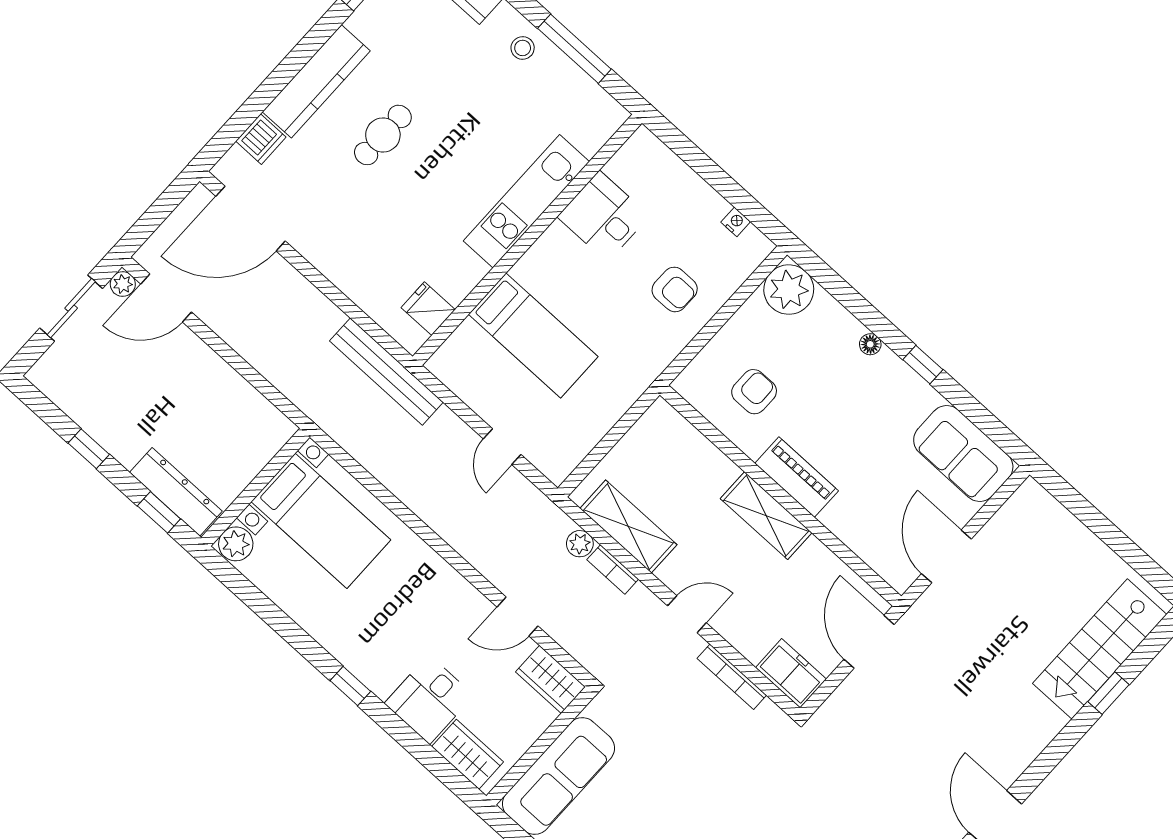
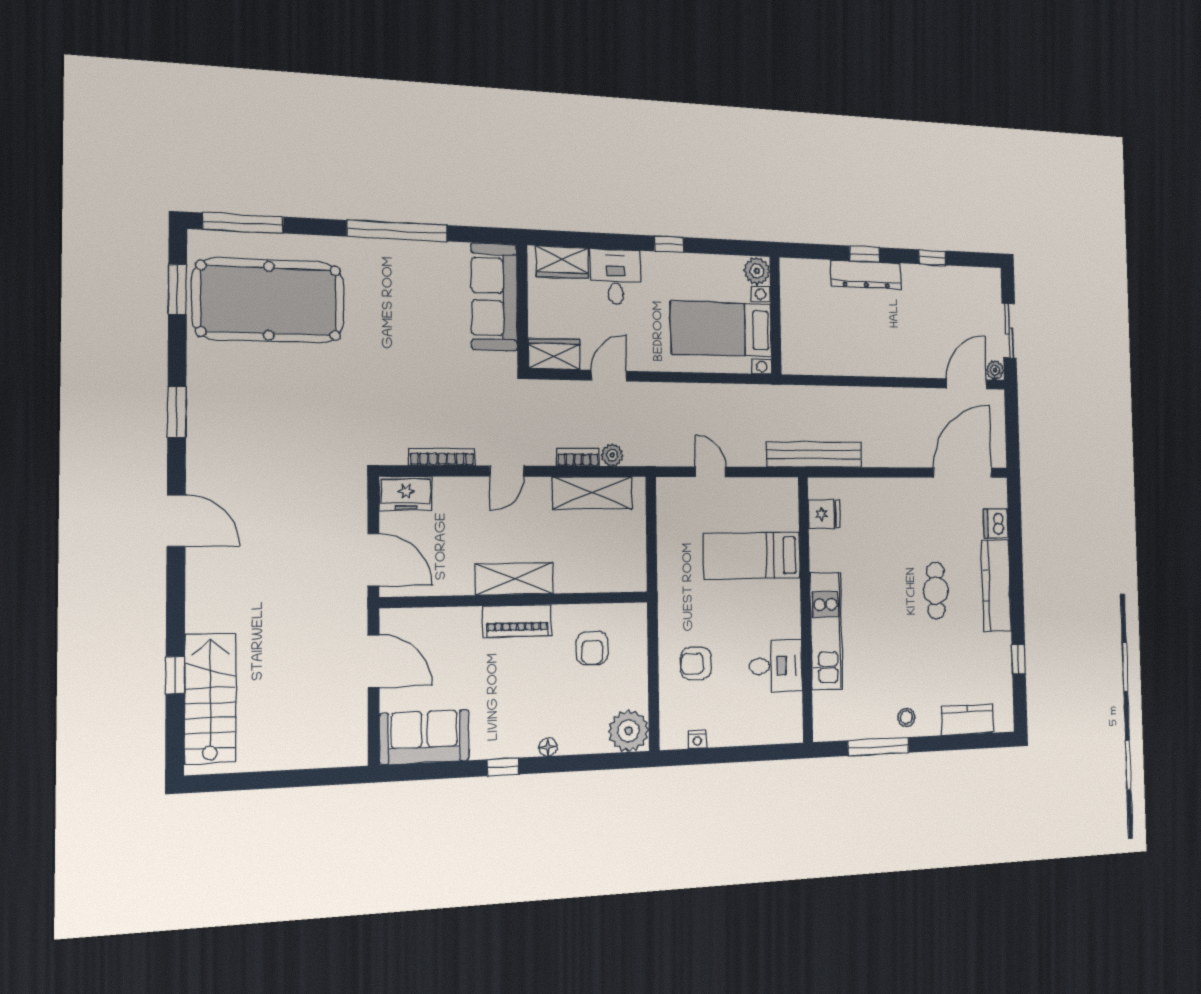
wall: (255, 487) -> (775, 316), moved
bed with nightstands: (321, 521) -> (721, 329), moved
plant: (236, 544) -> (757, 271), moved

